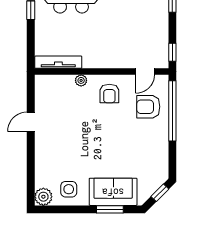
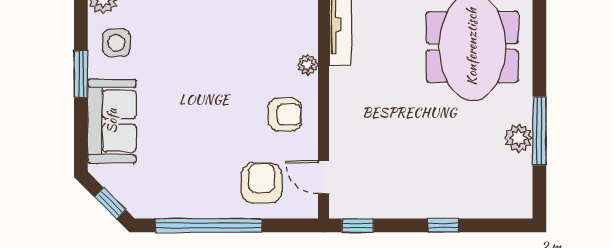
armchair: (109, 94) -> (285, 114), turned 180
window: (172, 111) -> (208, 225), moved
window: (110, 209) -> (81, 74), moved

